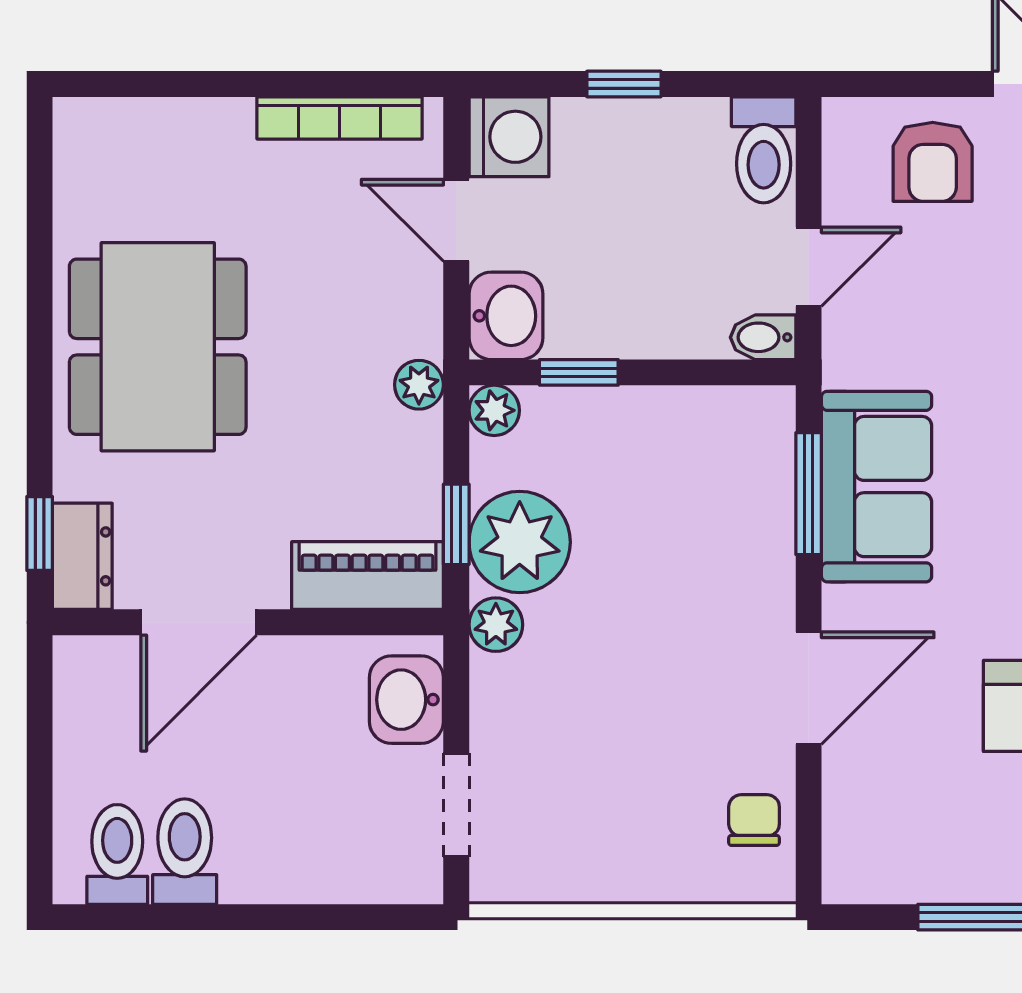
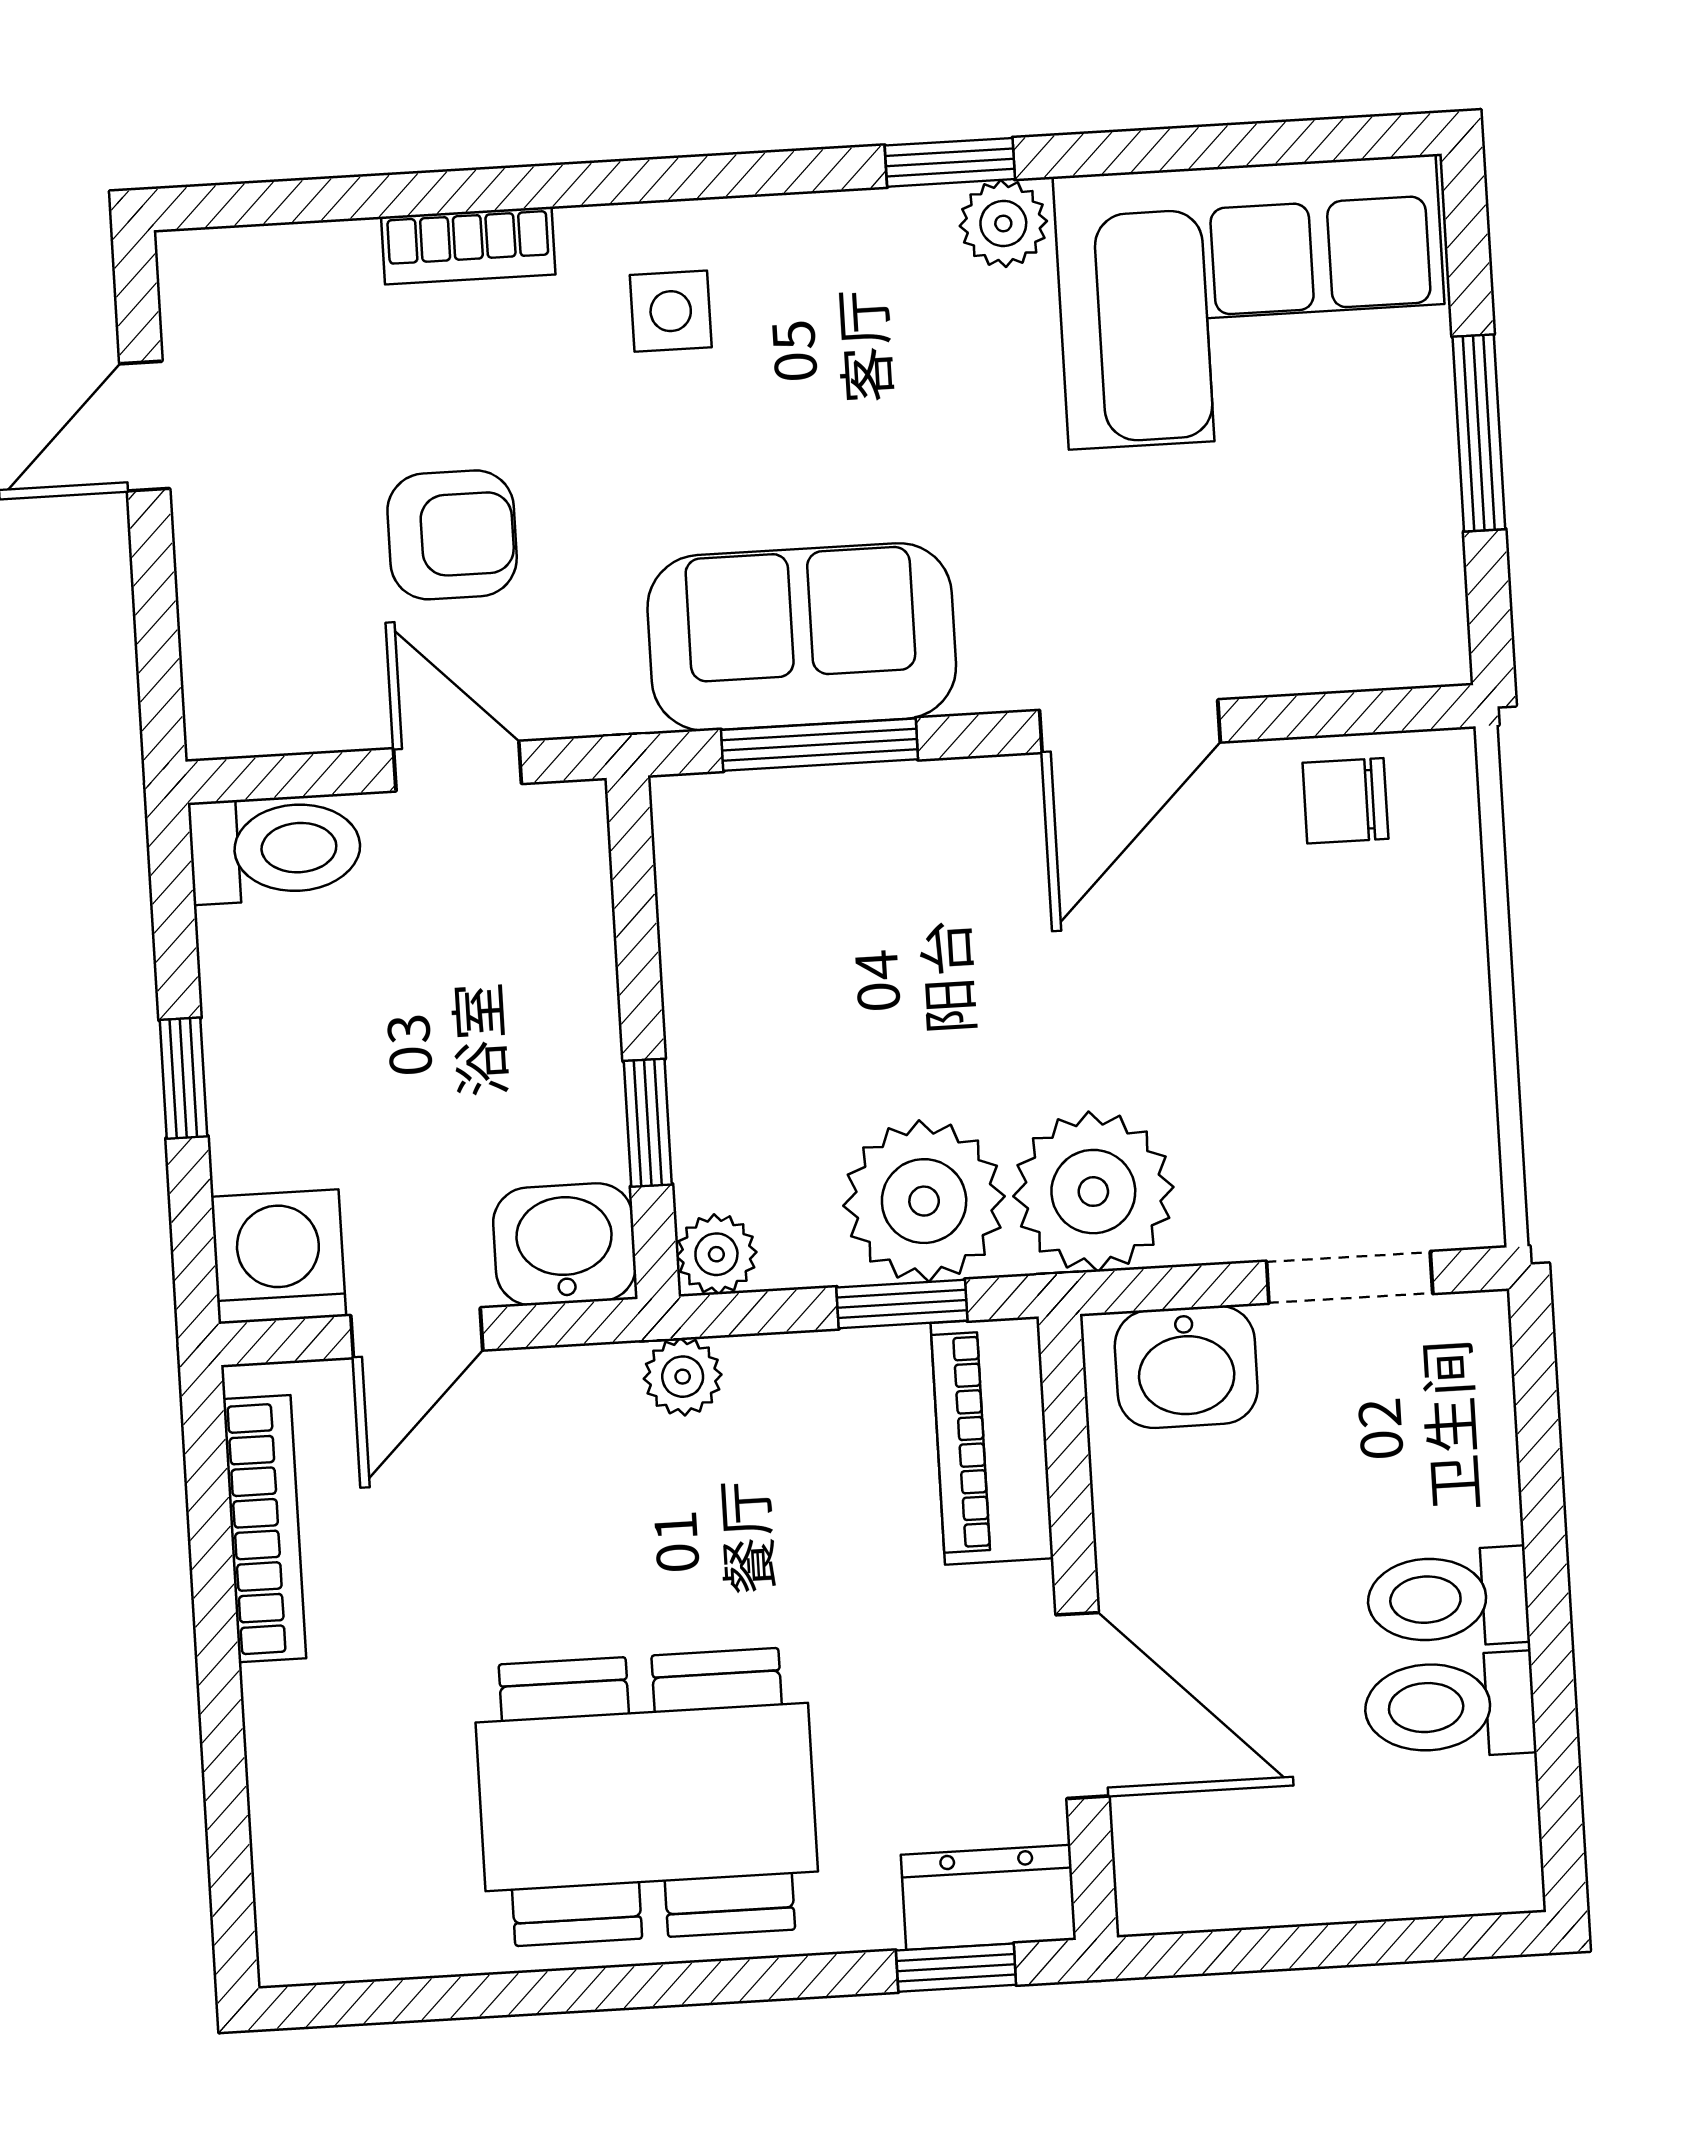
armchair: (933, 162) -> (452, 535), moved
bidet: (763, 337) -> (574, 832), removed
plant: (496, 625) -> (1093, 1192), width x1.88, depth x1.88
door: (809, 688) -> (1130, 726), swing flipped
toilet: (117, 854) -> (1448, 1598), moved

